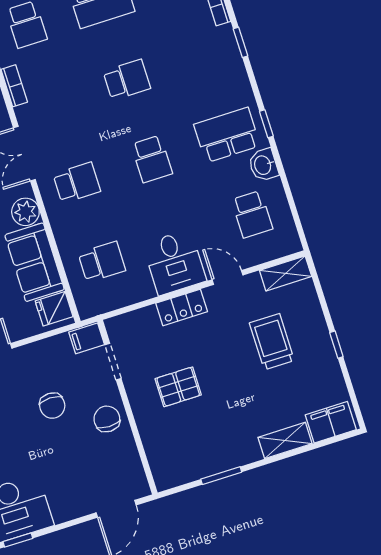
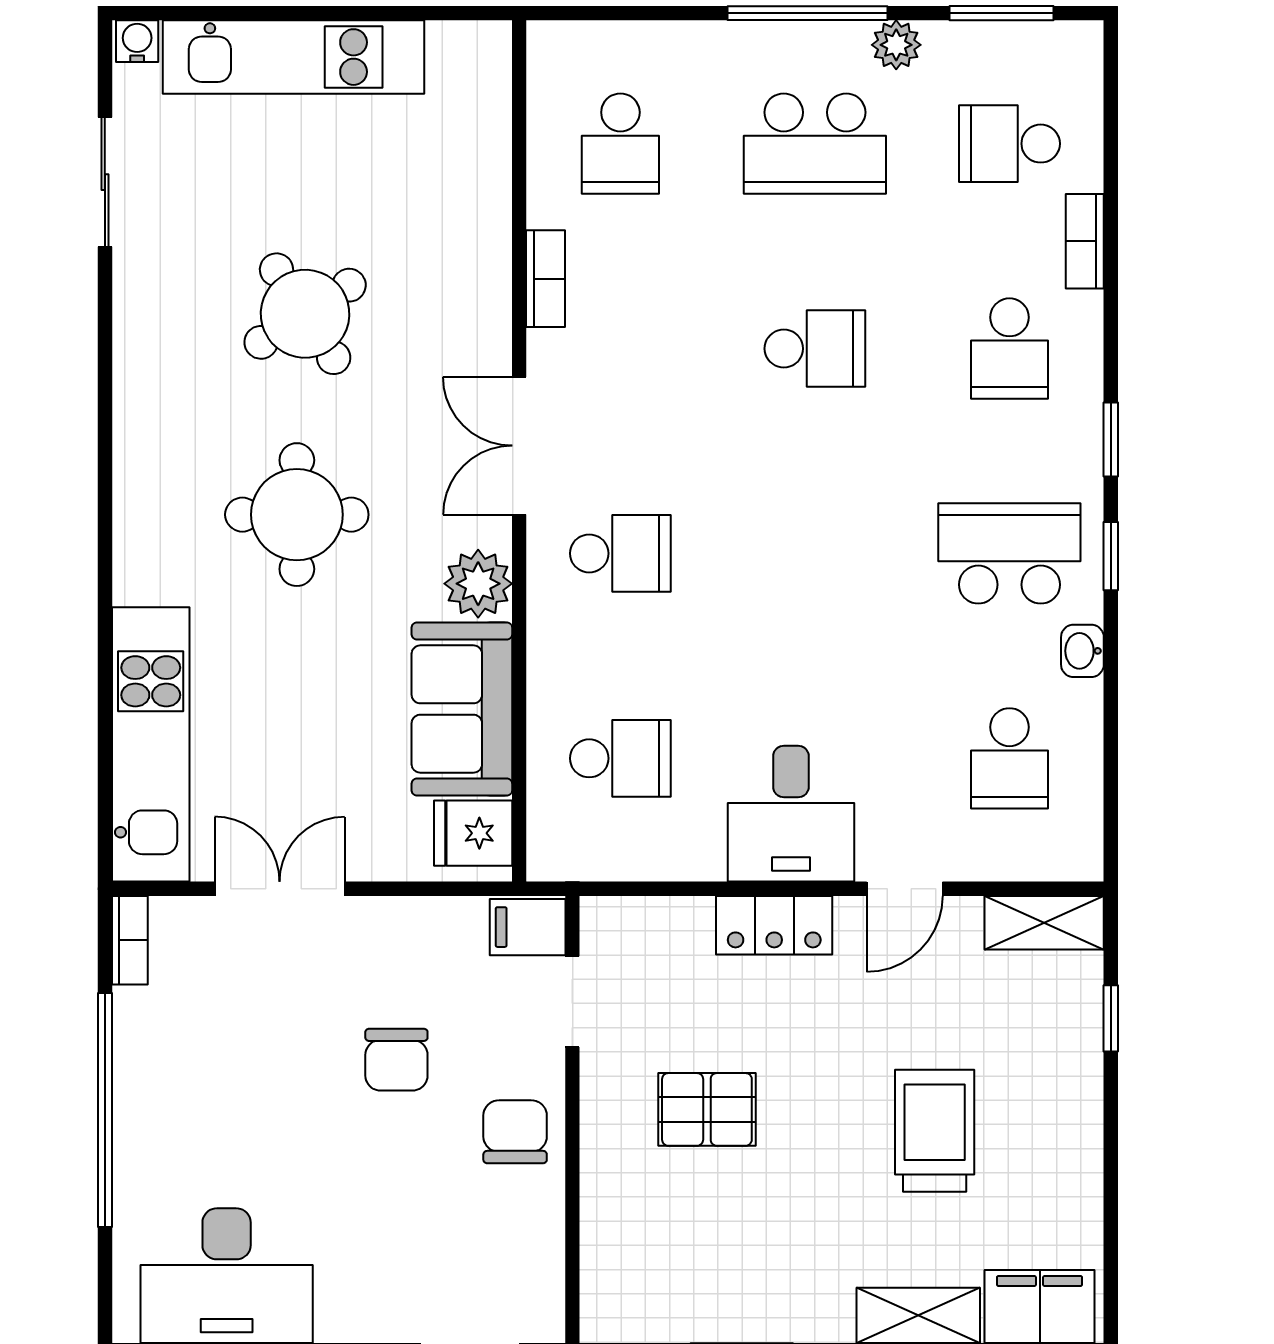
window: (241, 42) -> (1111, 440), moved
school desk: (152, 159) -> (1009, 349), moved
washbasin: (263, 165) -> (1082, 651), width x0.72, depth x0.69
door: (228, 277) -> (905, 889), swing flipped
trolley: (272, 342) -> (935, 1131), moved
window: (336, 345) -> (1111, 1018), moved

